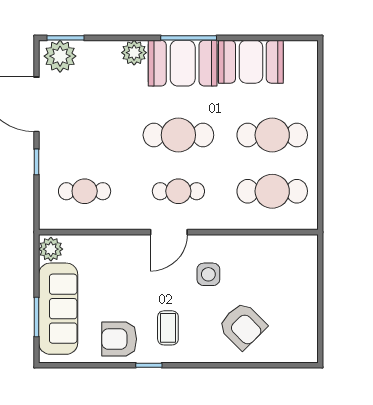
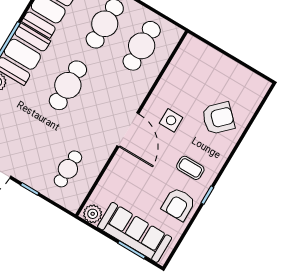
cafe table: (178, 191) -> (105, 107), removed
door: (169, 232) -> (128, 130), width x1.36

